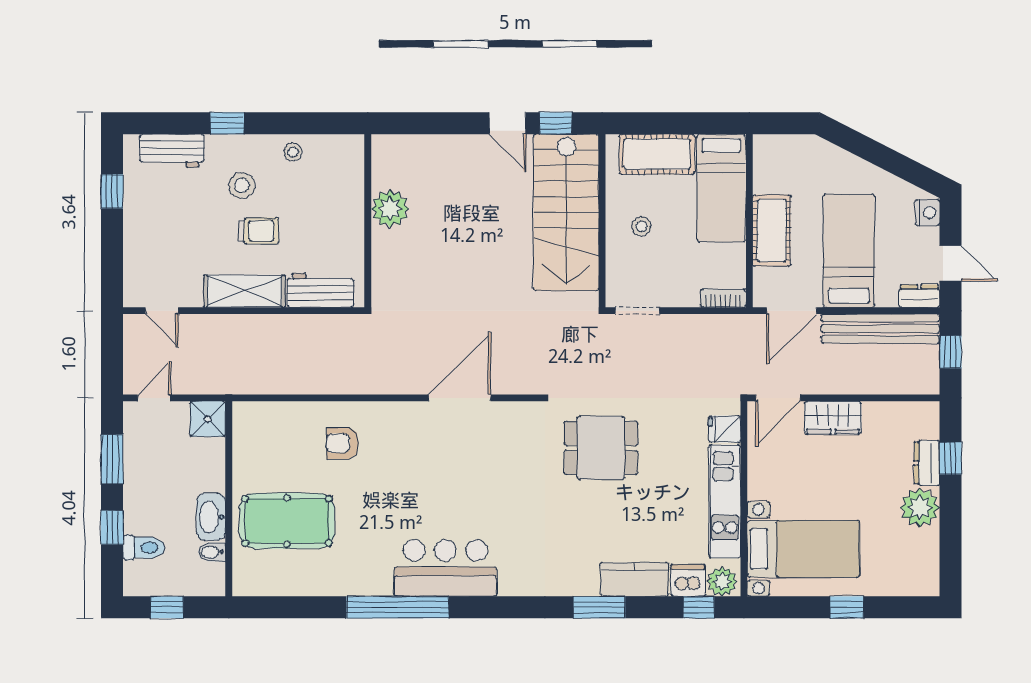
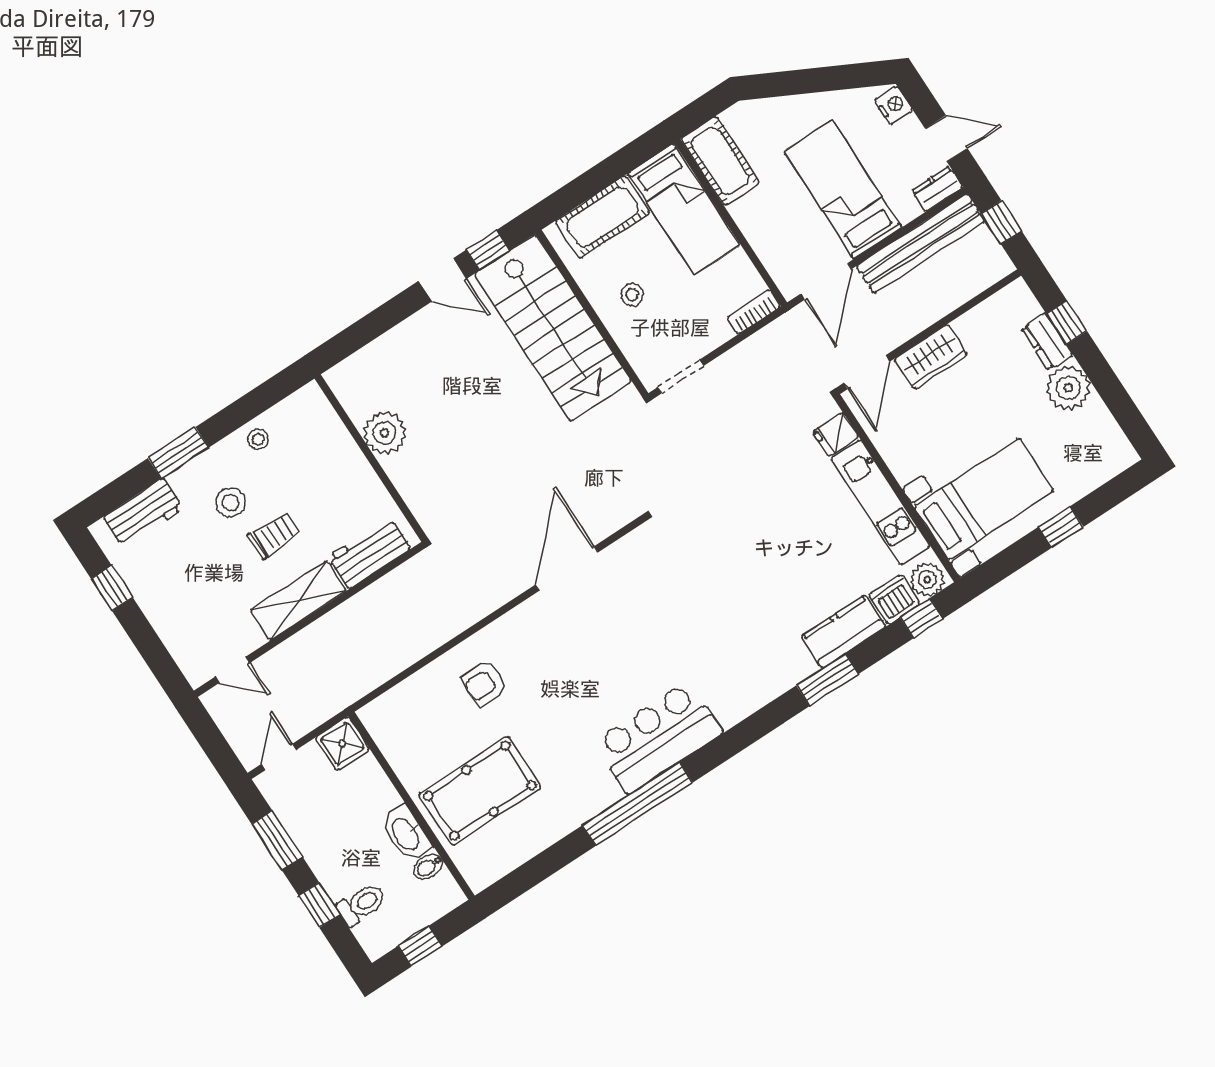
window: (227, 123) -> (178, 453), width x1.50
cot: (772, 230) -> (720, 161), moved
dining table: (601, 448) -> (731, 528), removed

